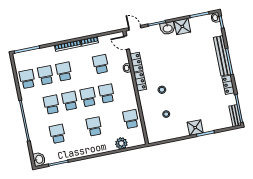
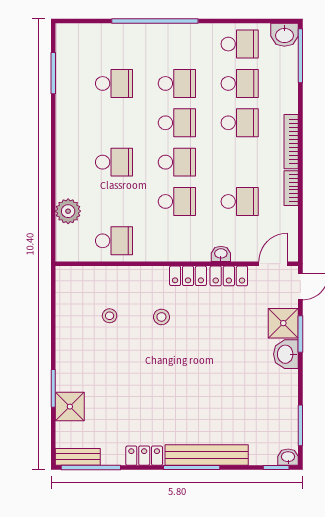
shower: (182, 26) -> (283, 323), moved
shower: (195, 128) -> (70, 407), moved
washbasin: (39, 159) -> (284, 35), moved

